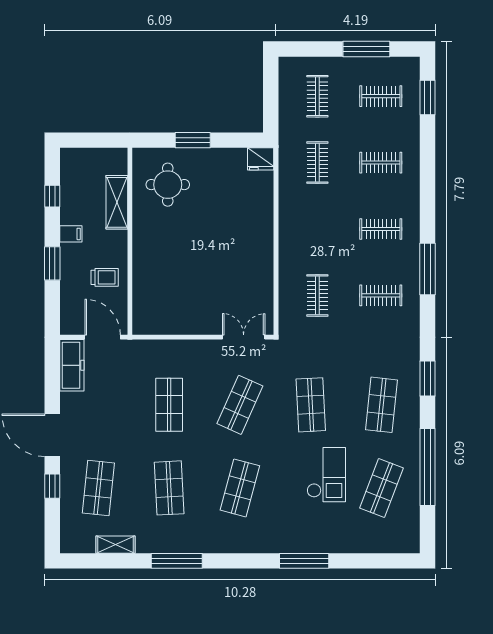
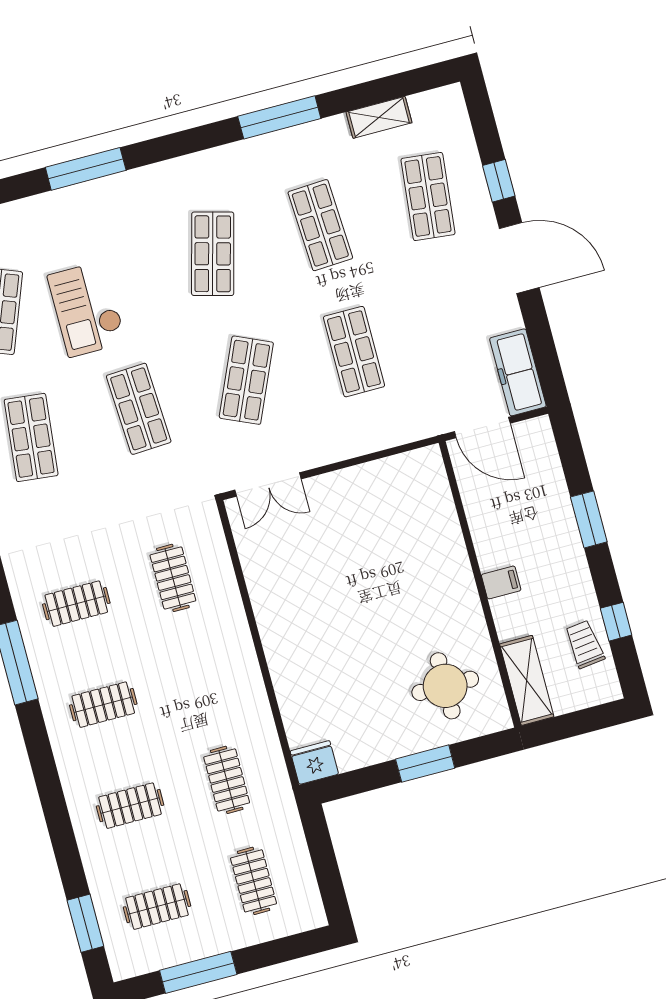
shelving: (117, 202) -> (527, 680), moved
filing cabinet: (71, 234) -> (501, 582), moved, turned 180
trolley: (105, 277) -> (585, 644), moved, turned 83

